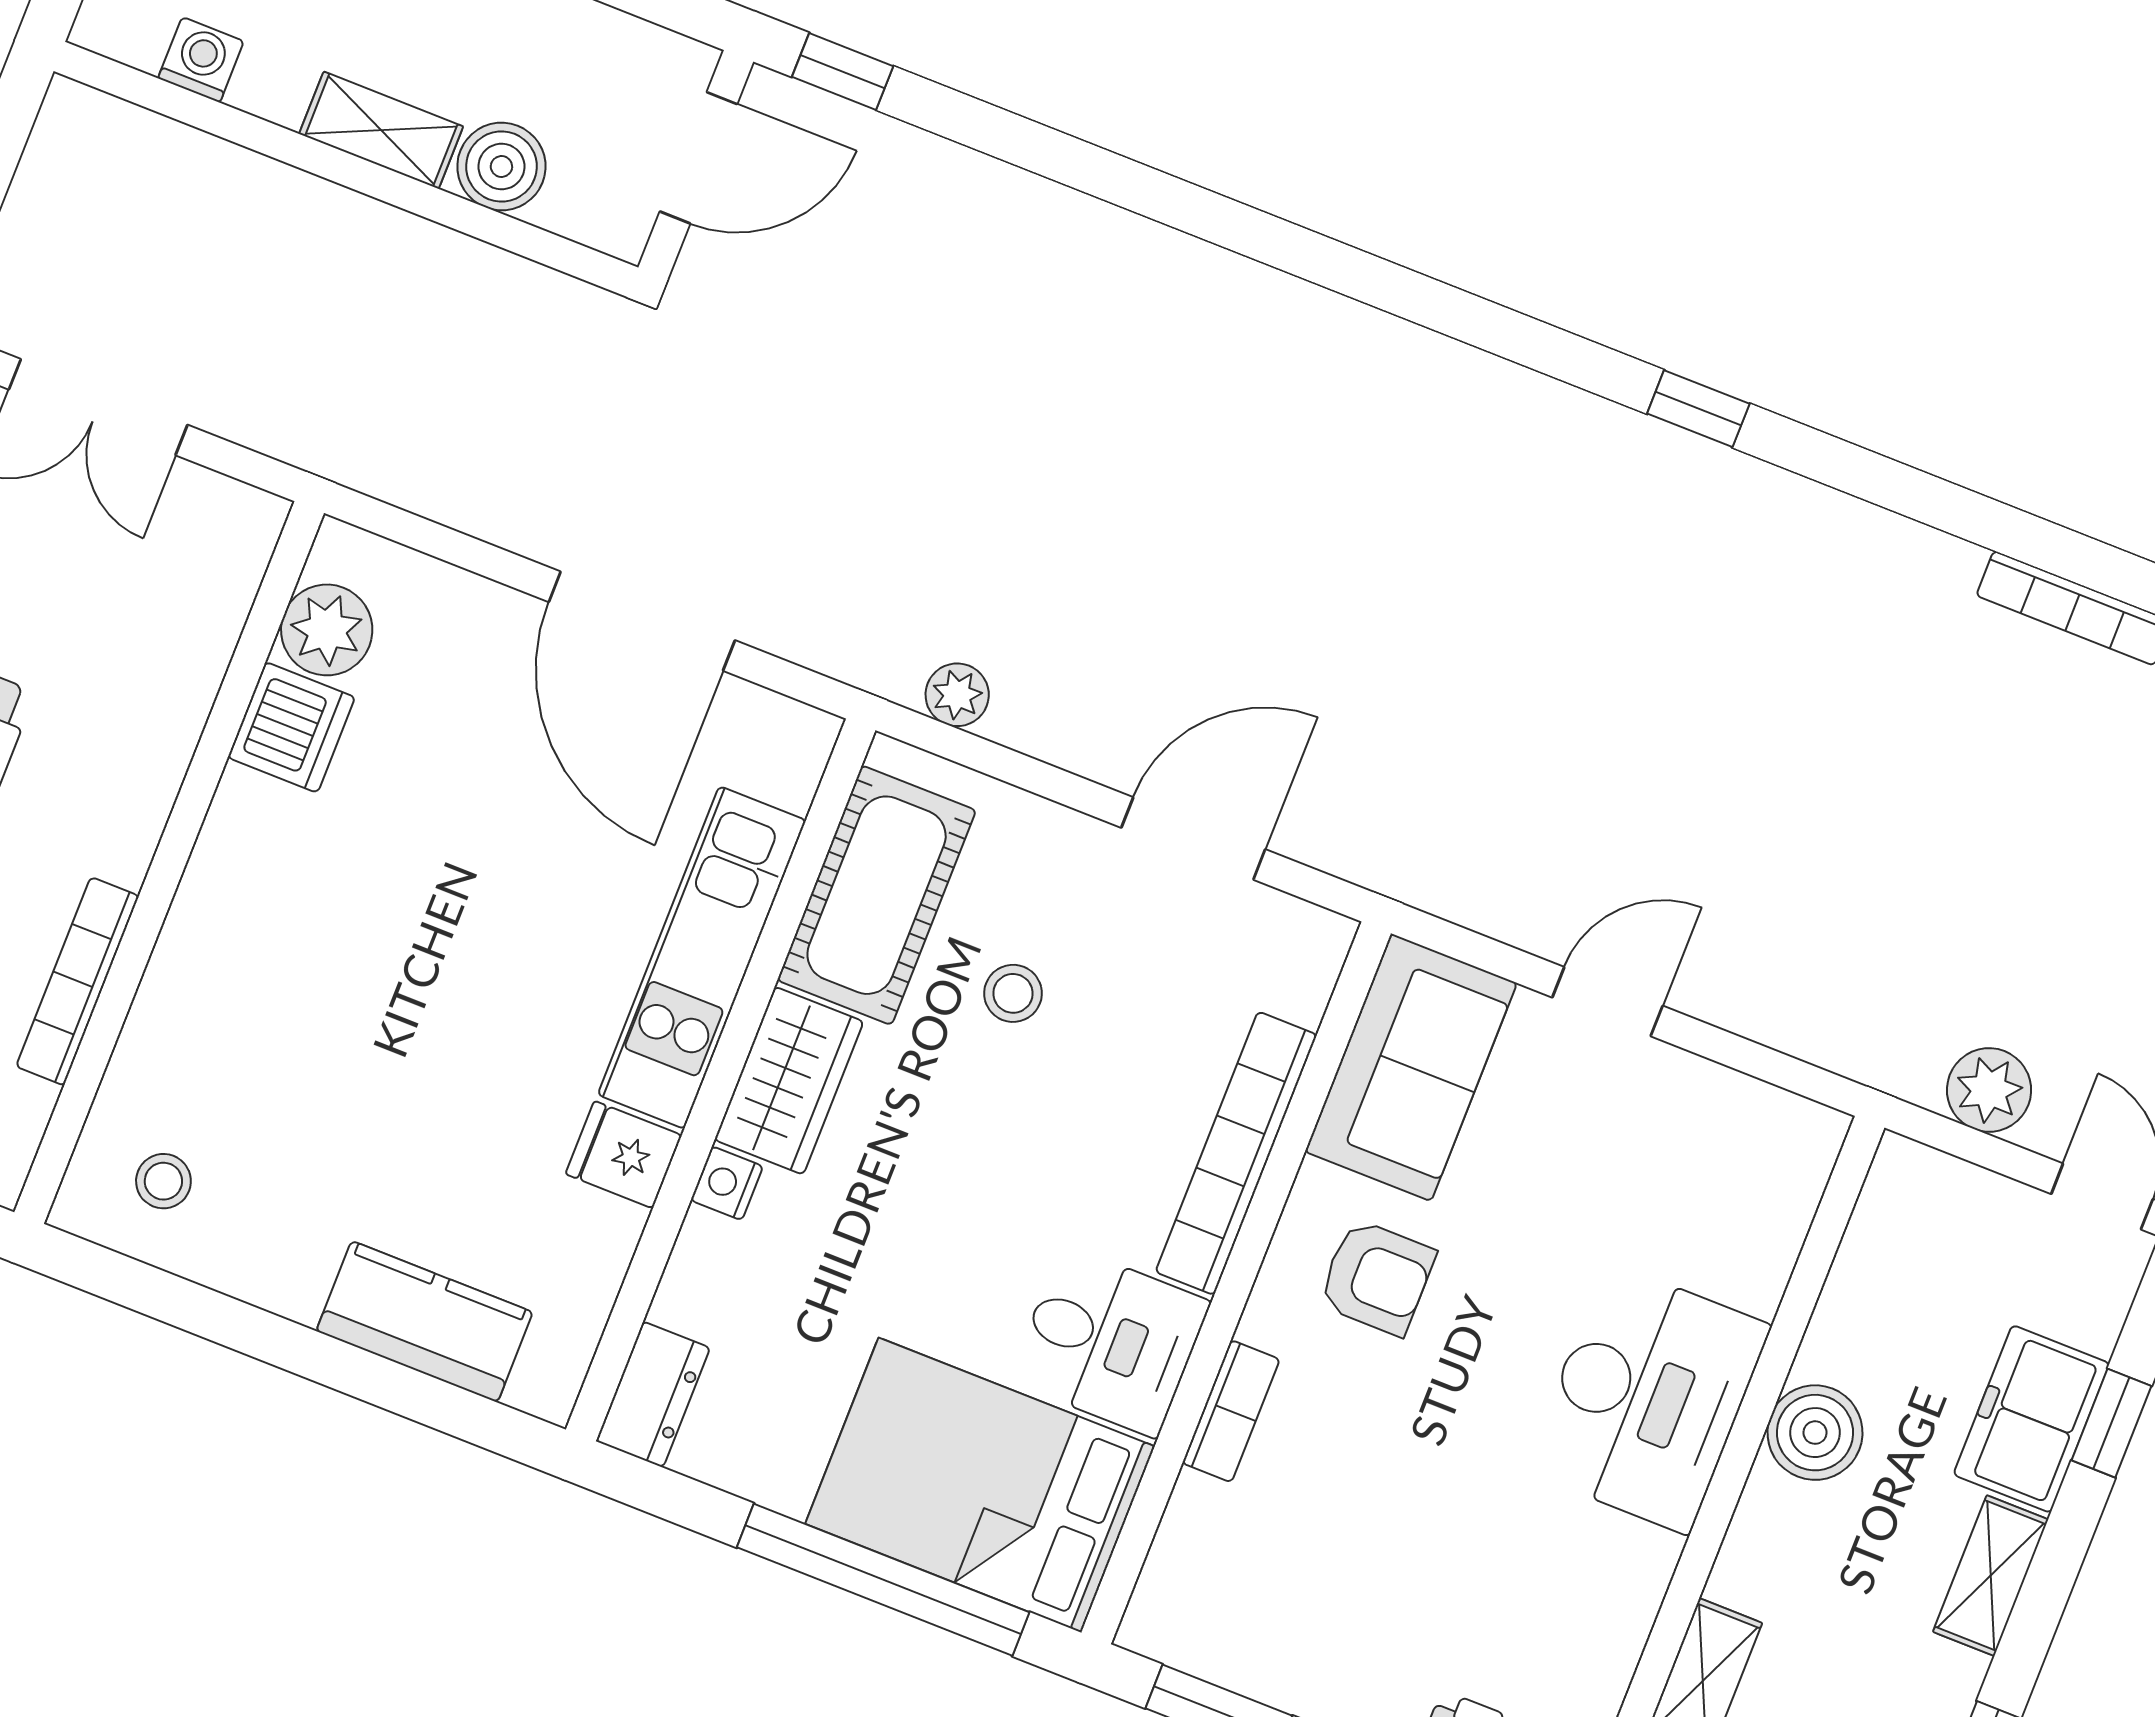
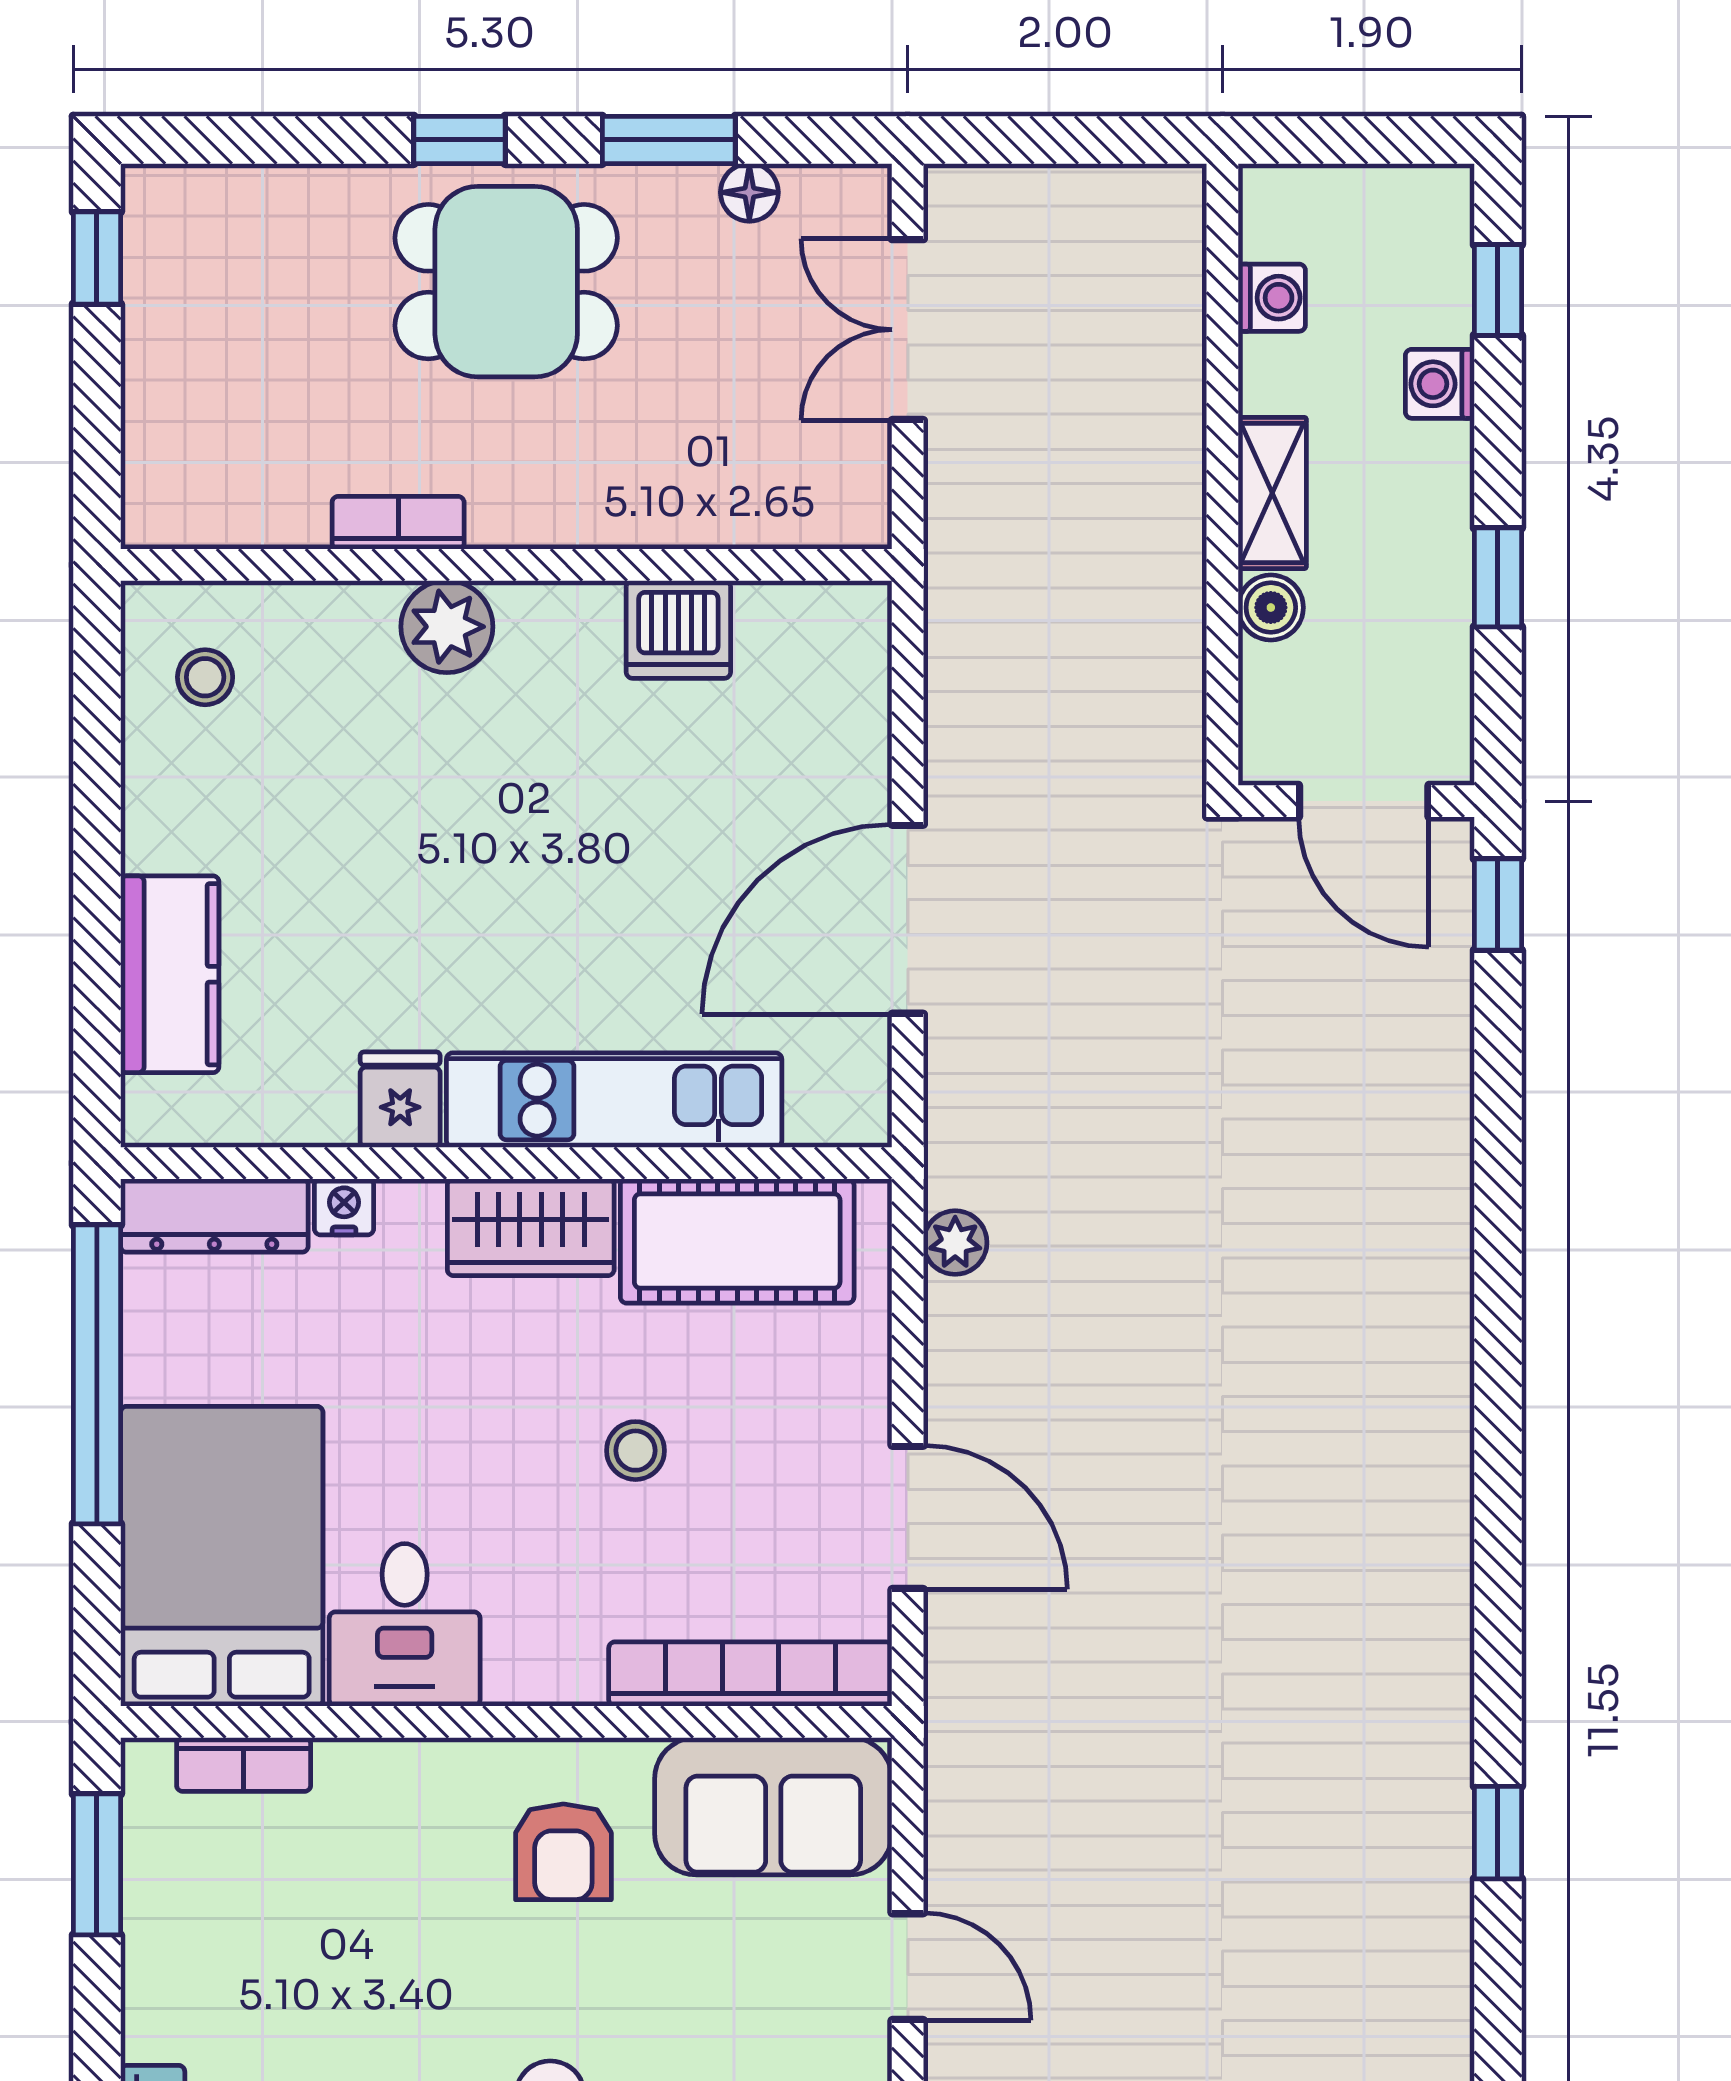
boiler: (501, 167) -> (1271, 608), width x0.73, depth x0.73
plant: (327, 630) -> (447, 627), moved
bookcase: (78, 981) -> (398, 523), width x0.64
stool: (1013, 993) -> (636, 1451), moved
bookcase: (1236, 1153) -> (750, 1674), moved
nightstand: (727, 1183) -> (344, 1207), moved
dresser: (653, 1394) -> (214, 1216), width x1.44
bookcase: (1231, 1411) -> (244, 1765), moved
window: (883, 1580) -> (97, 1374), moved

